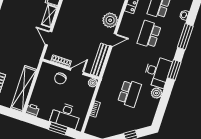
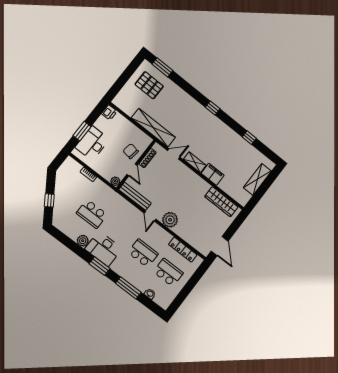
shelving: (24, 89) -> (153, 128), moved

